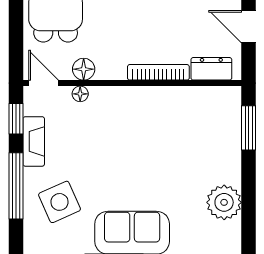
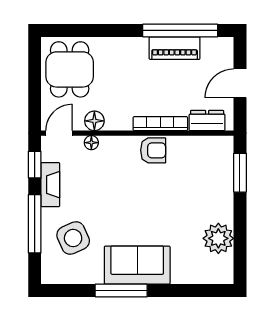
door: (249, 27) -> (240, 83), hinge flipped
door: (44, 83) -> (59, 133), hinge flipped
armchair: (150, 103) -> (153, 150), added

